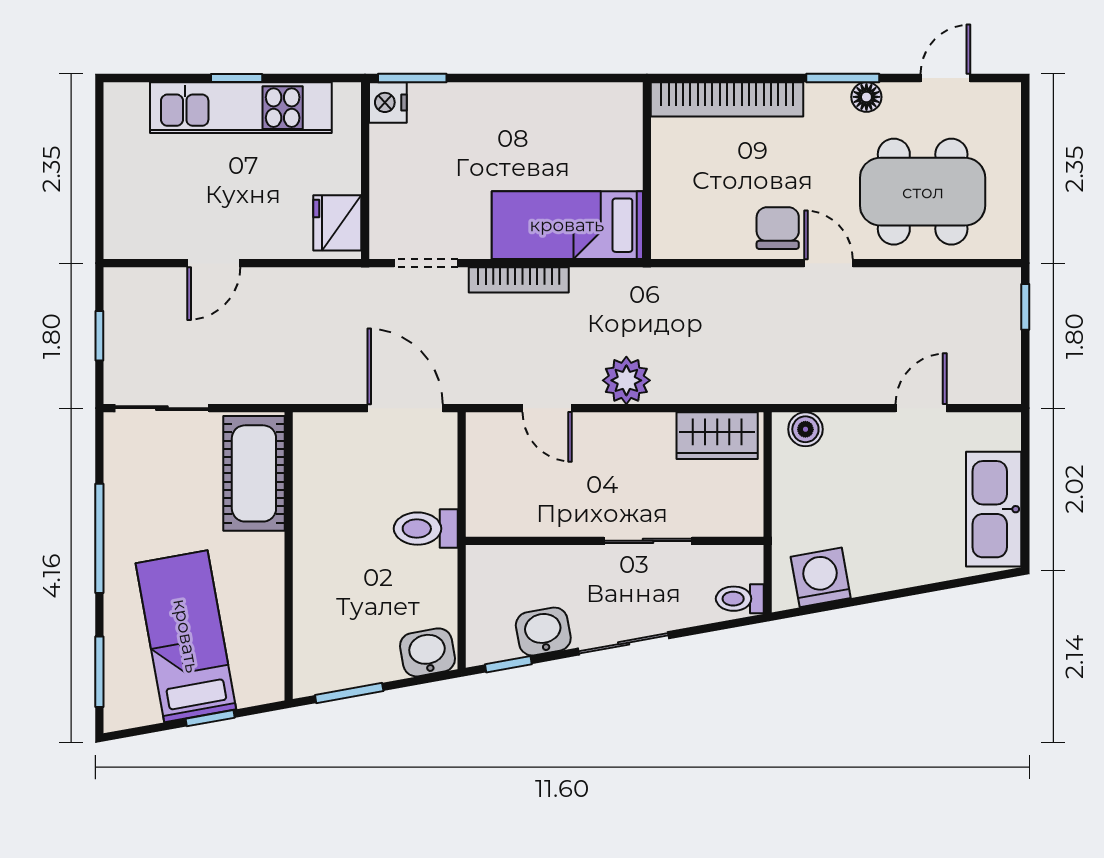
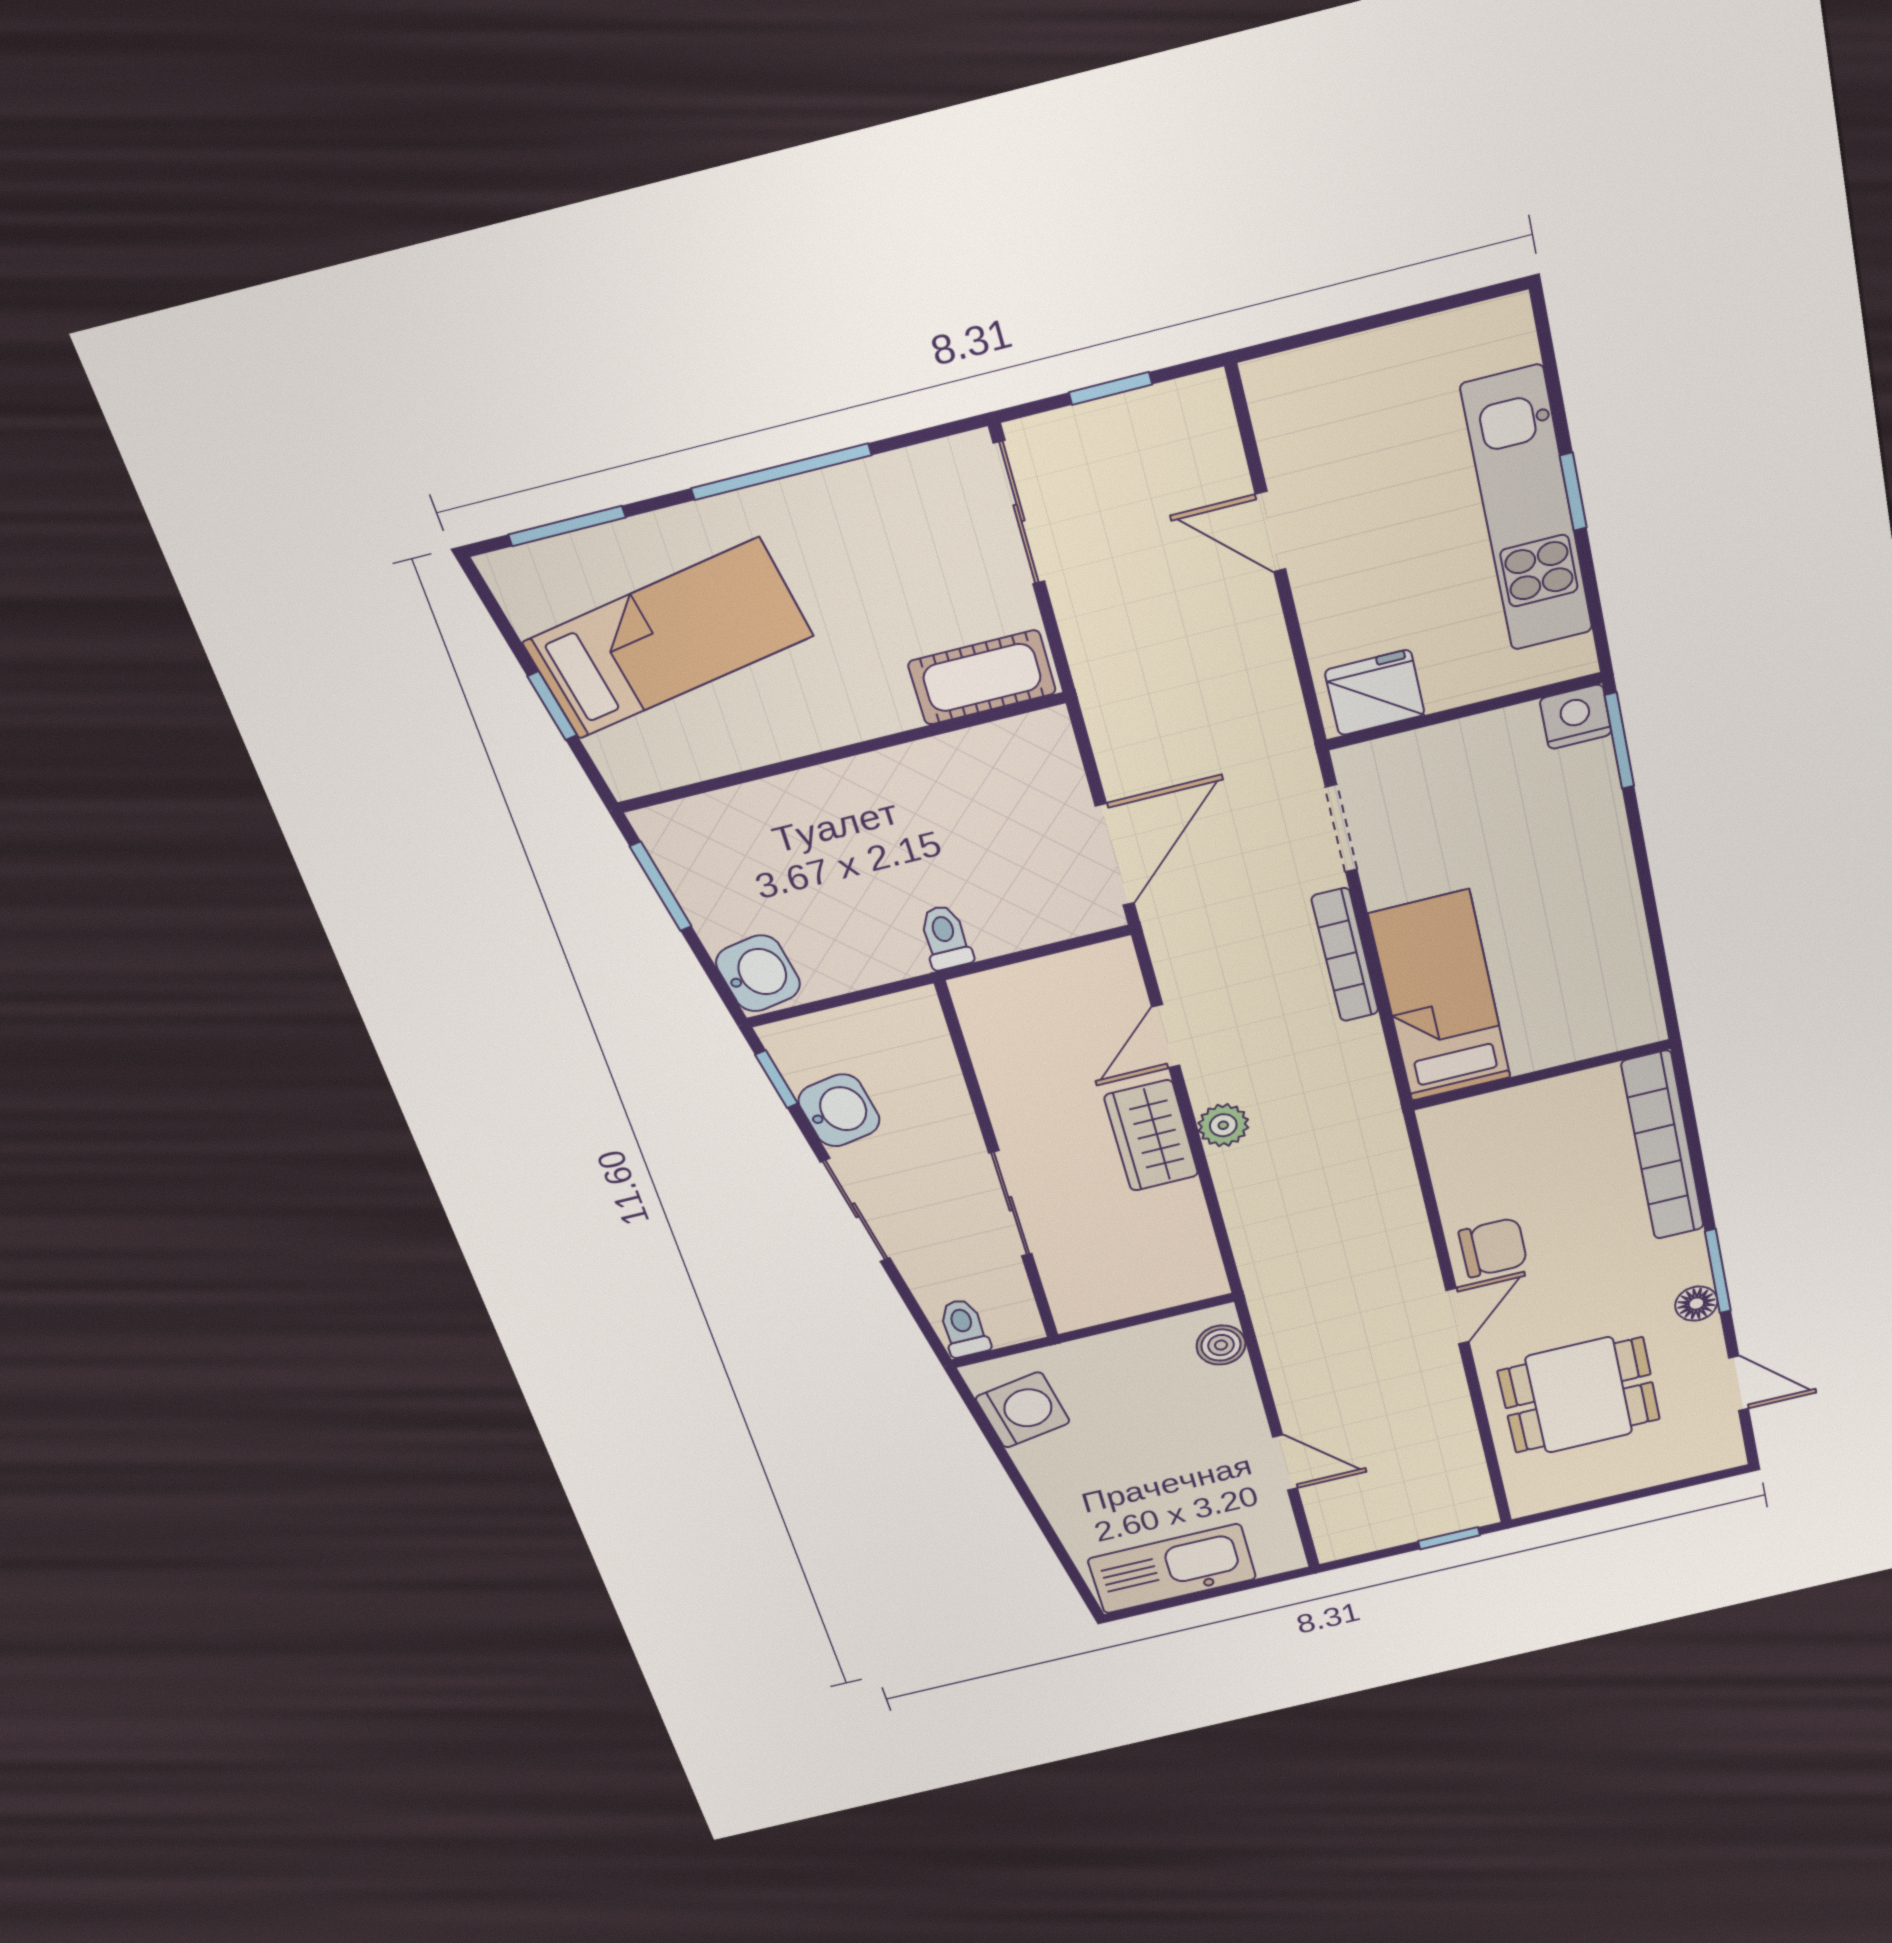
dining table: (923, 192) -> (1579, 1395), width x0.73
plant: (626, 380) -> (1223, 1125), width x0.73, depth x0.73
wardrobe: (717, 436) -> (1151, 1136), moved
cot: (254, 473) -> (982, 677), width x0.73, depth x0.75
toilet: (426, 529) -> (945, 937), width x0.73, depth x0.72

